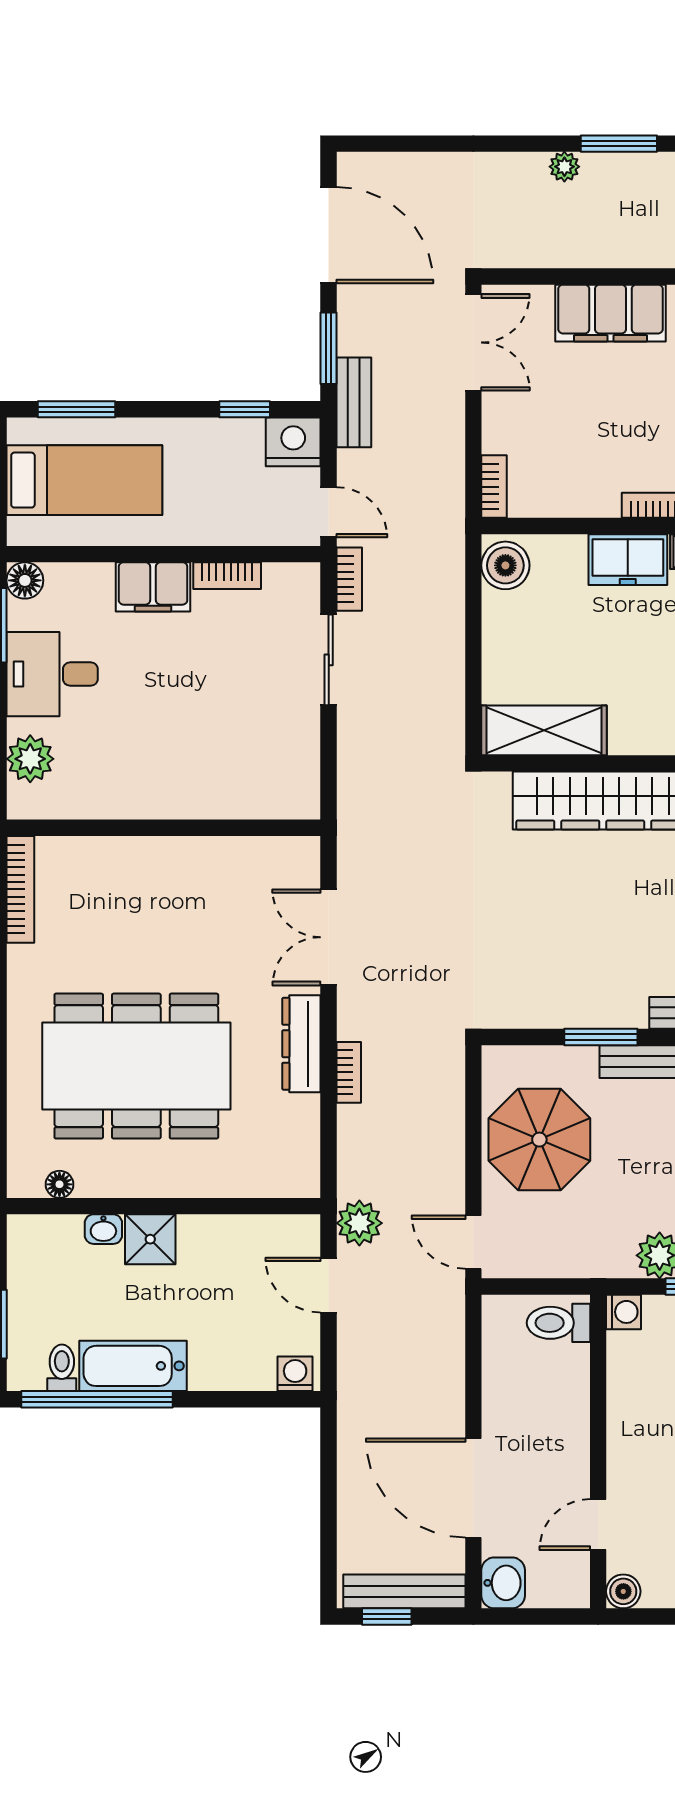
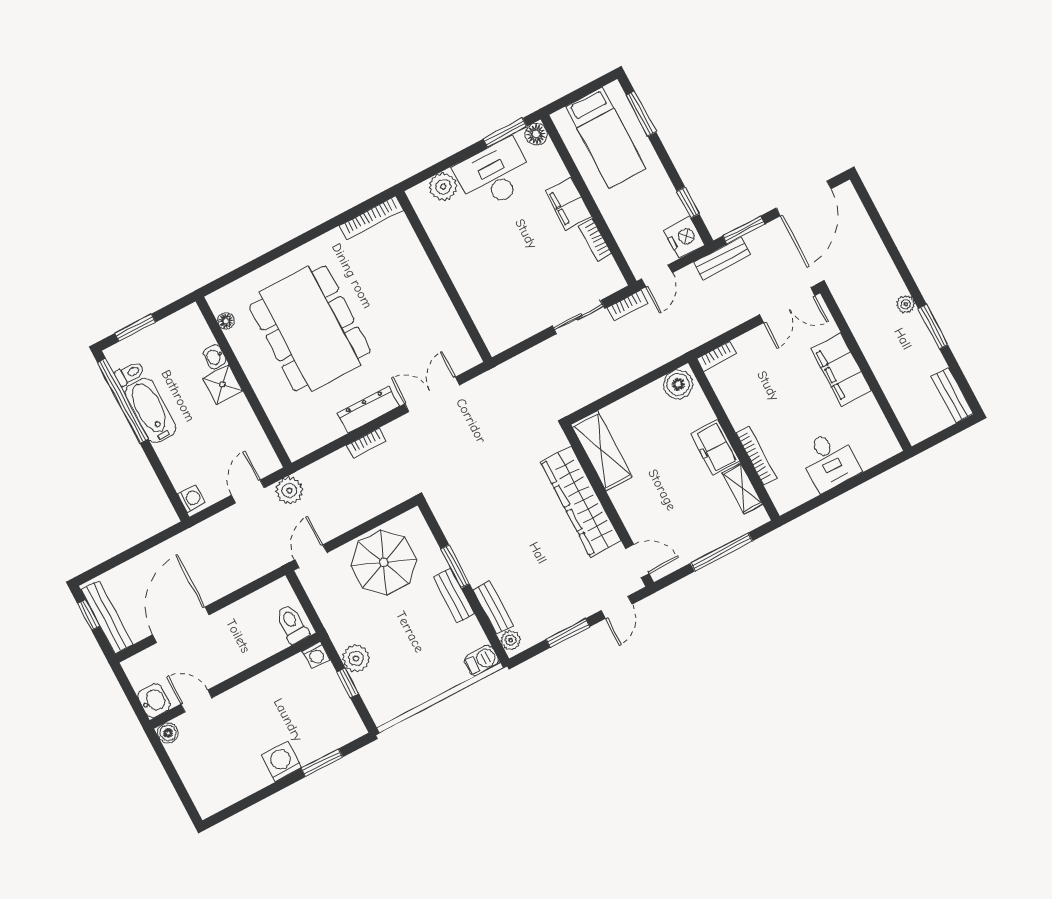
desk: (52, 674) -> (494, 175), width x1.37
washbasin: (503, 1583) -> (154, 701), moved, turned -90

